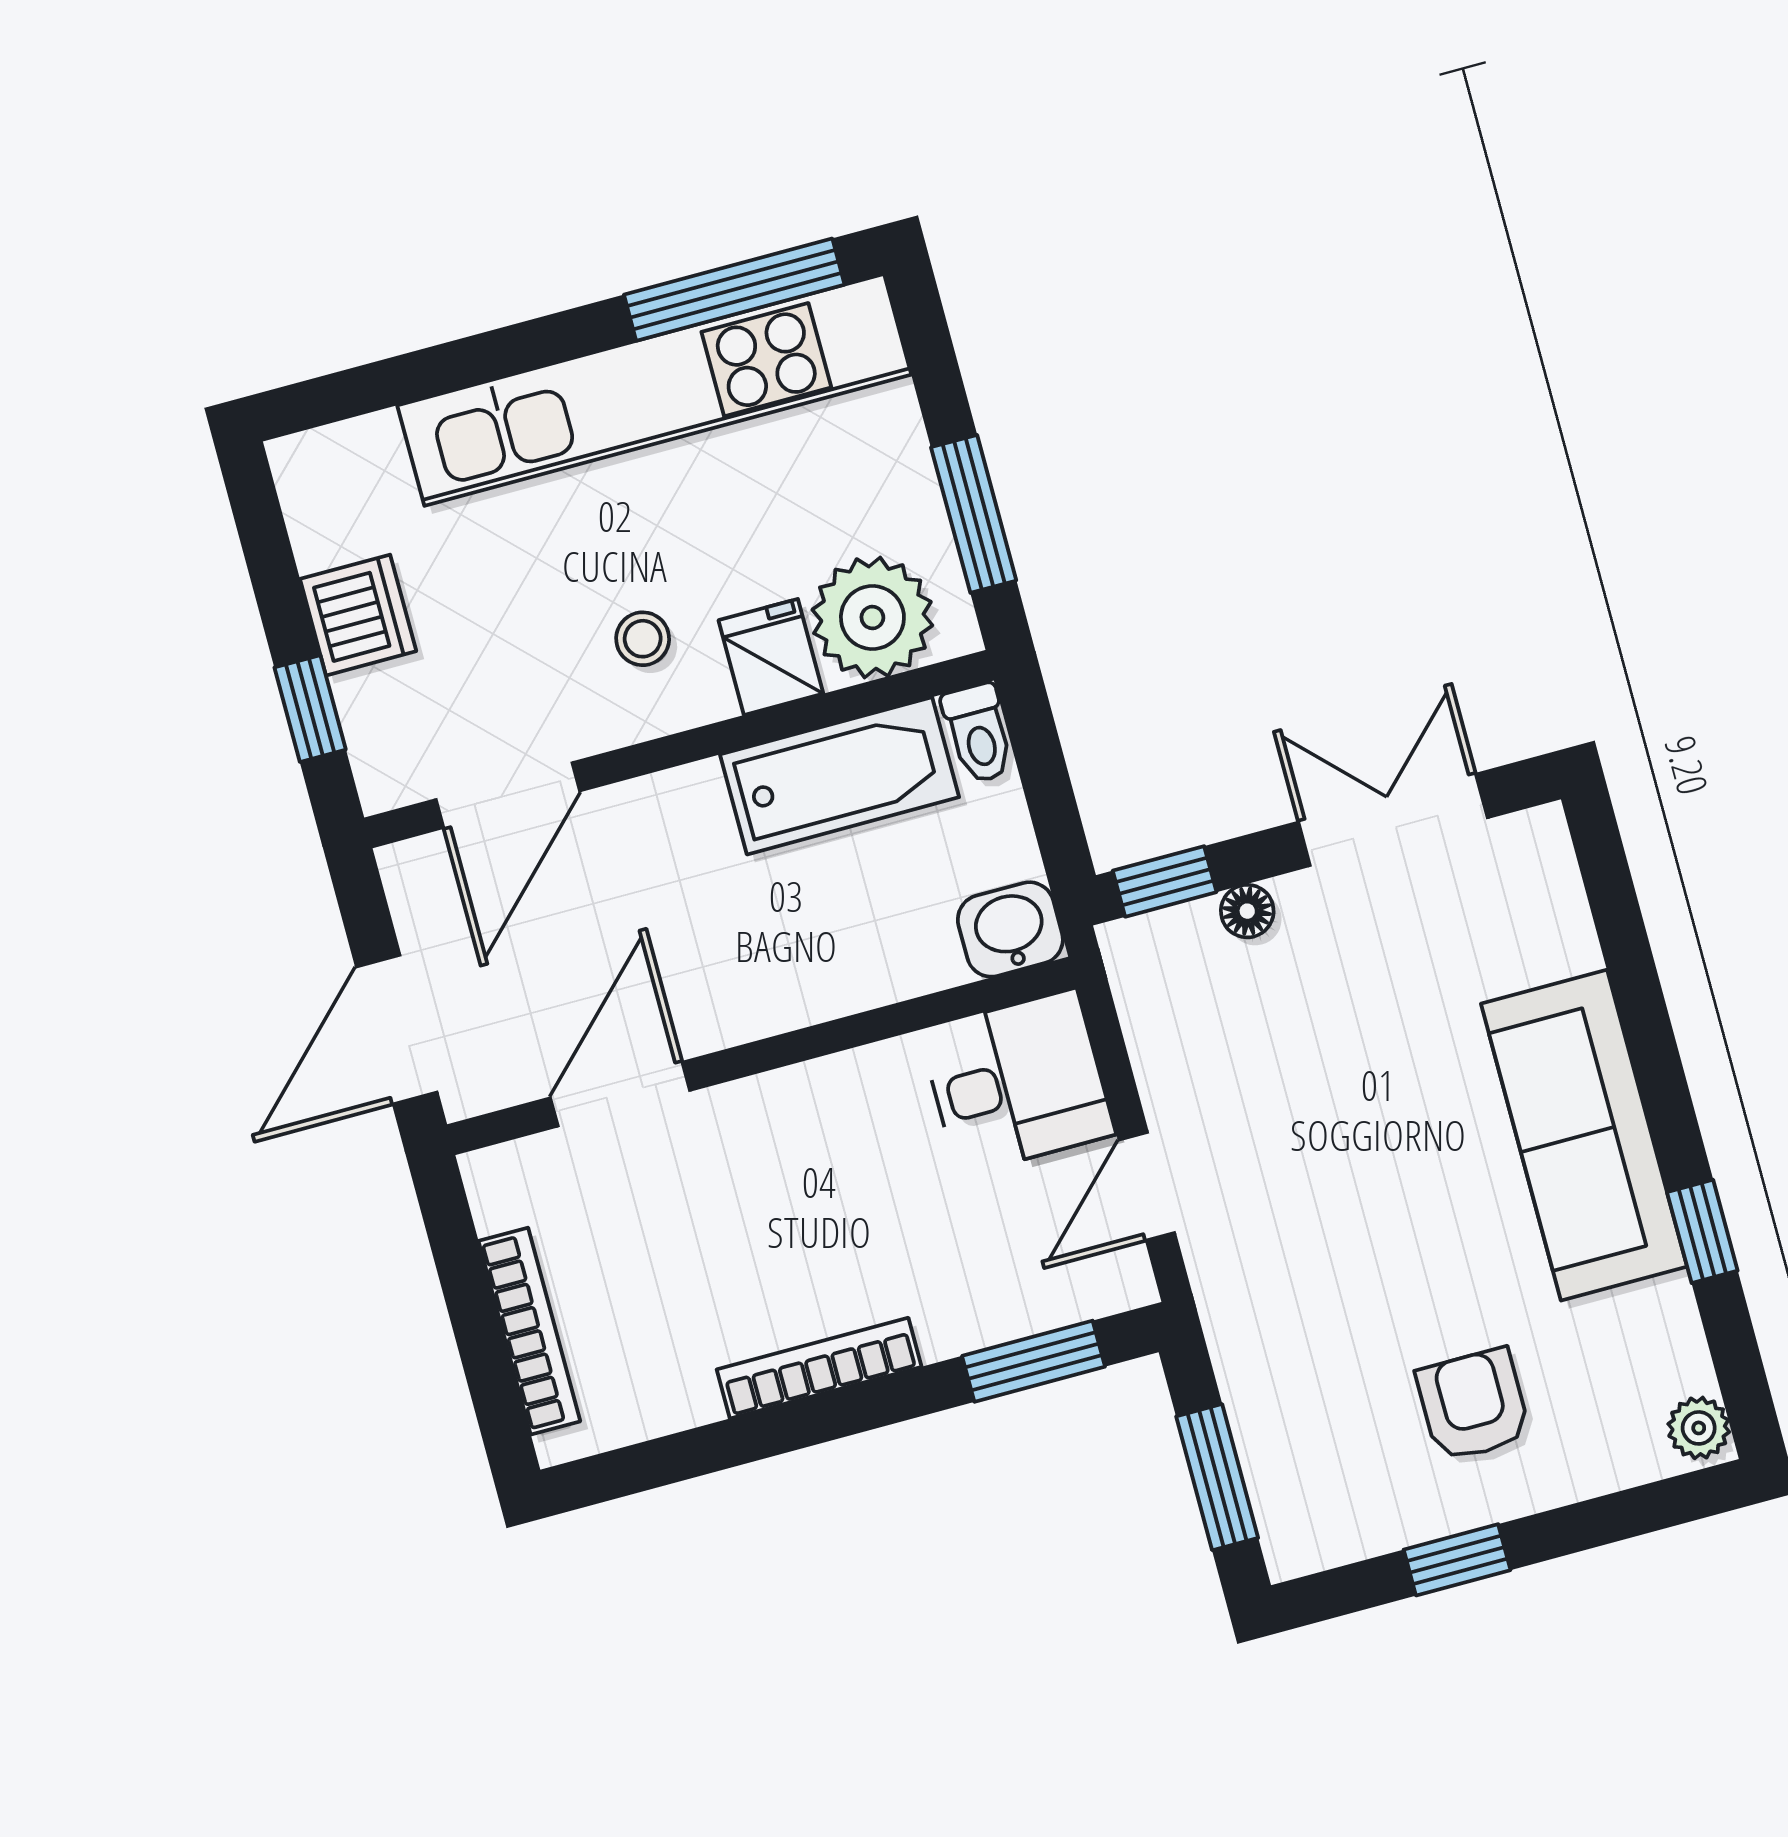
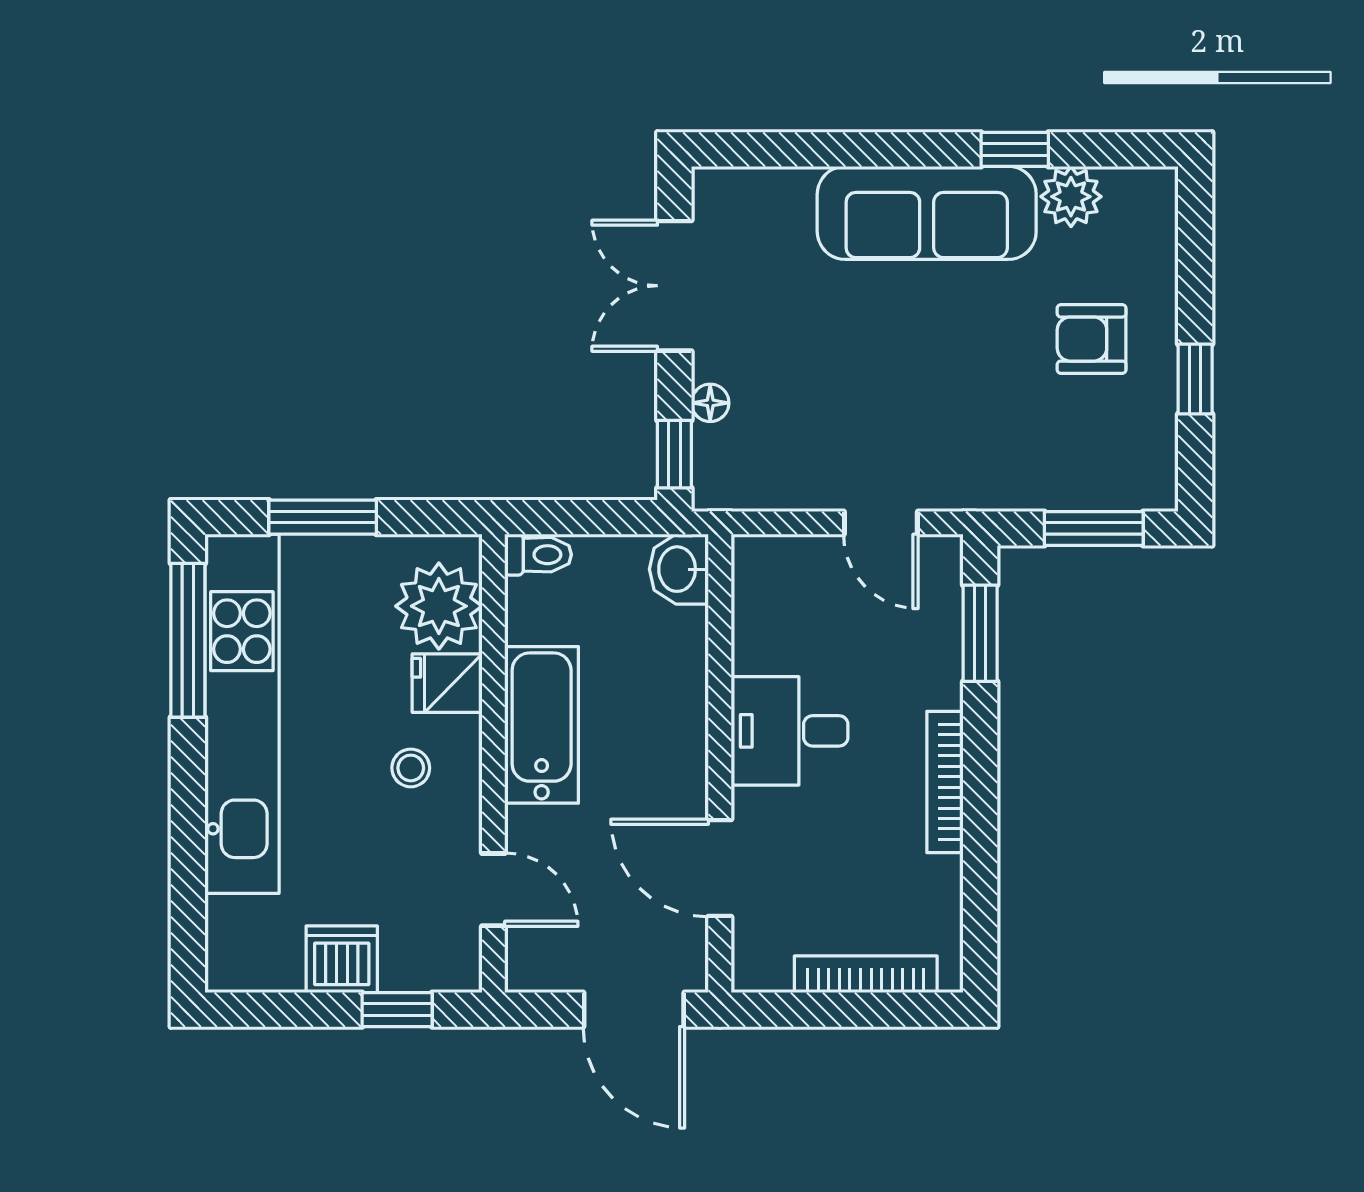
window: (974, 514) -> (323, 517), moved
bathtub: (840, 776) -> (542, 725), moved
door: (508, 795) -> (493, 890), width x0.73
desk: (1017, 1082) -> (790, 731), moved, turned -90
plant: (1699, 1428) -> (1071, 197), moved, width x1.38, depth x1.38

